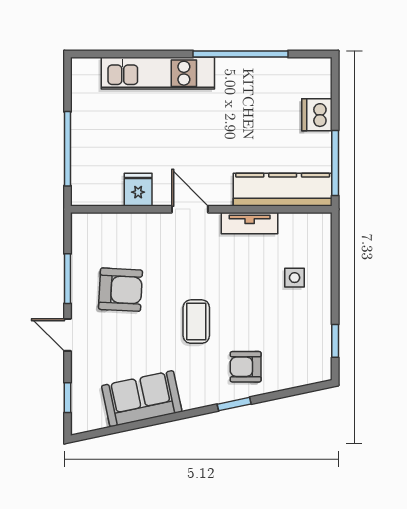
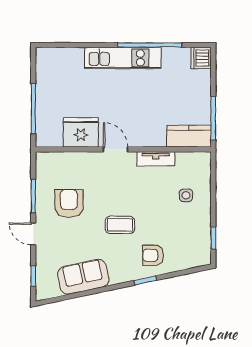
kitchen unit: (158, 73) -> (123, 58), moved
dishwasher: (317, 115) -> (201, 58), moved
fridge: (138, 190) -> (81, 132), width x1.88, depth x1.34
kitchen counter: (283, 190) -> (189, 136), width x0.67
armchair: (120, 290) -> (69, 203), turned -93
coffee table: (196, 322) -> (120, 225), turned 90

